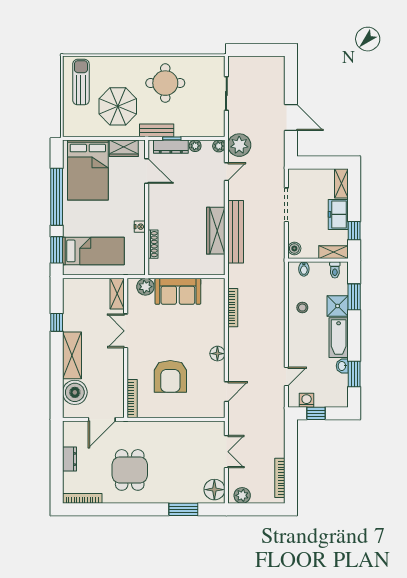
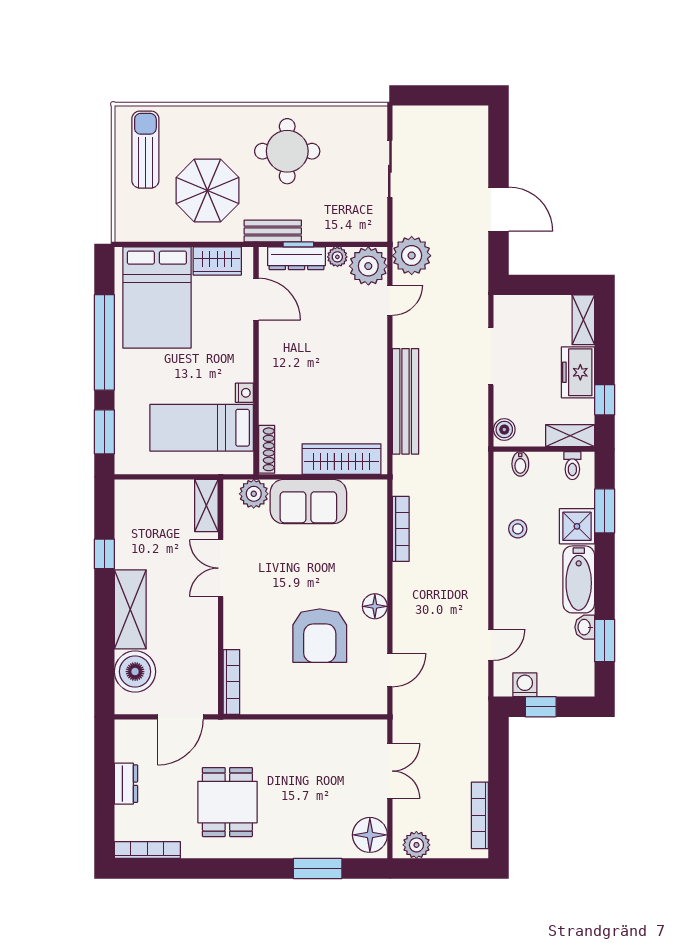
plant: (219, 146) -> (368, 266), width x1.87, depth x1.87
wardrobe: (216, 231) -> (342, 459), moved, turned 90
shoe rack: (153, 244) -> (267, 449), moved
bed: (93, 251) -> (202, 428), moved, turned 180
armchair: (170, 376) -> (320, 636), moved

